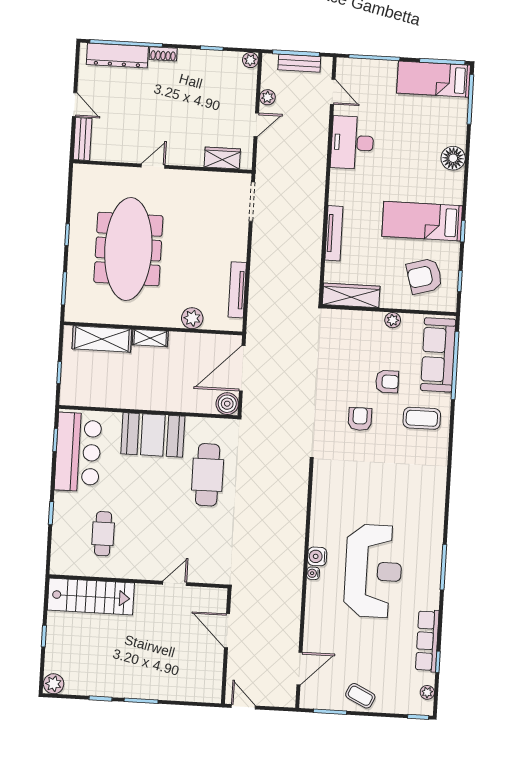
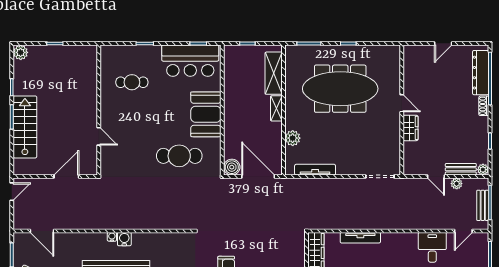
bench: (83, 139) -> (461, 169), moved
desk: (352, 143) -> (432, 247), width x0.73
wardrobe: (222, 158) -> (410, 128), moved
stairs: (91, 597) -> (25, 127), moved, turned 180

